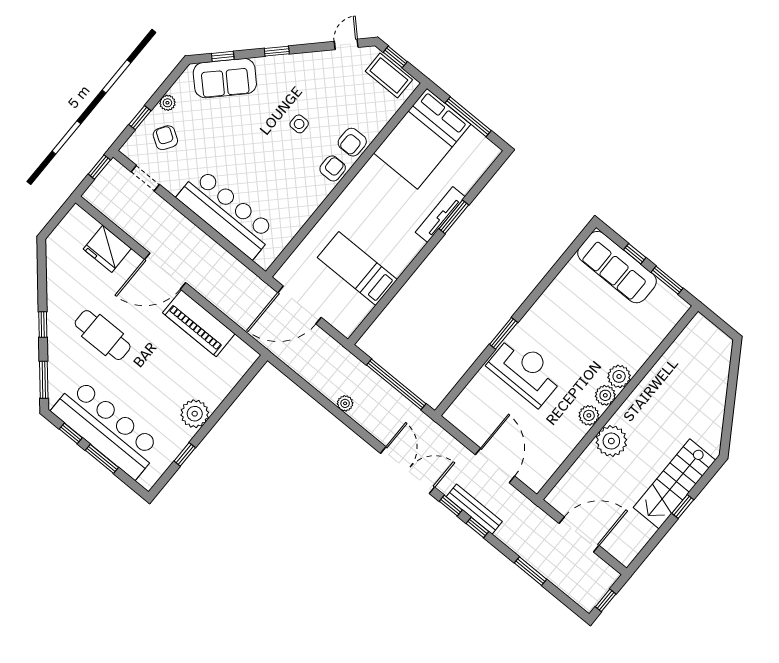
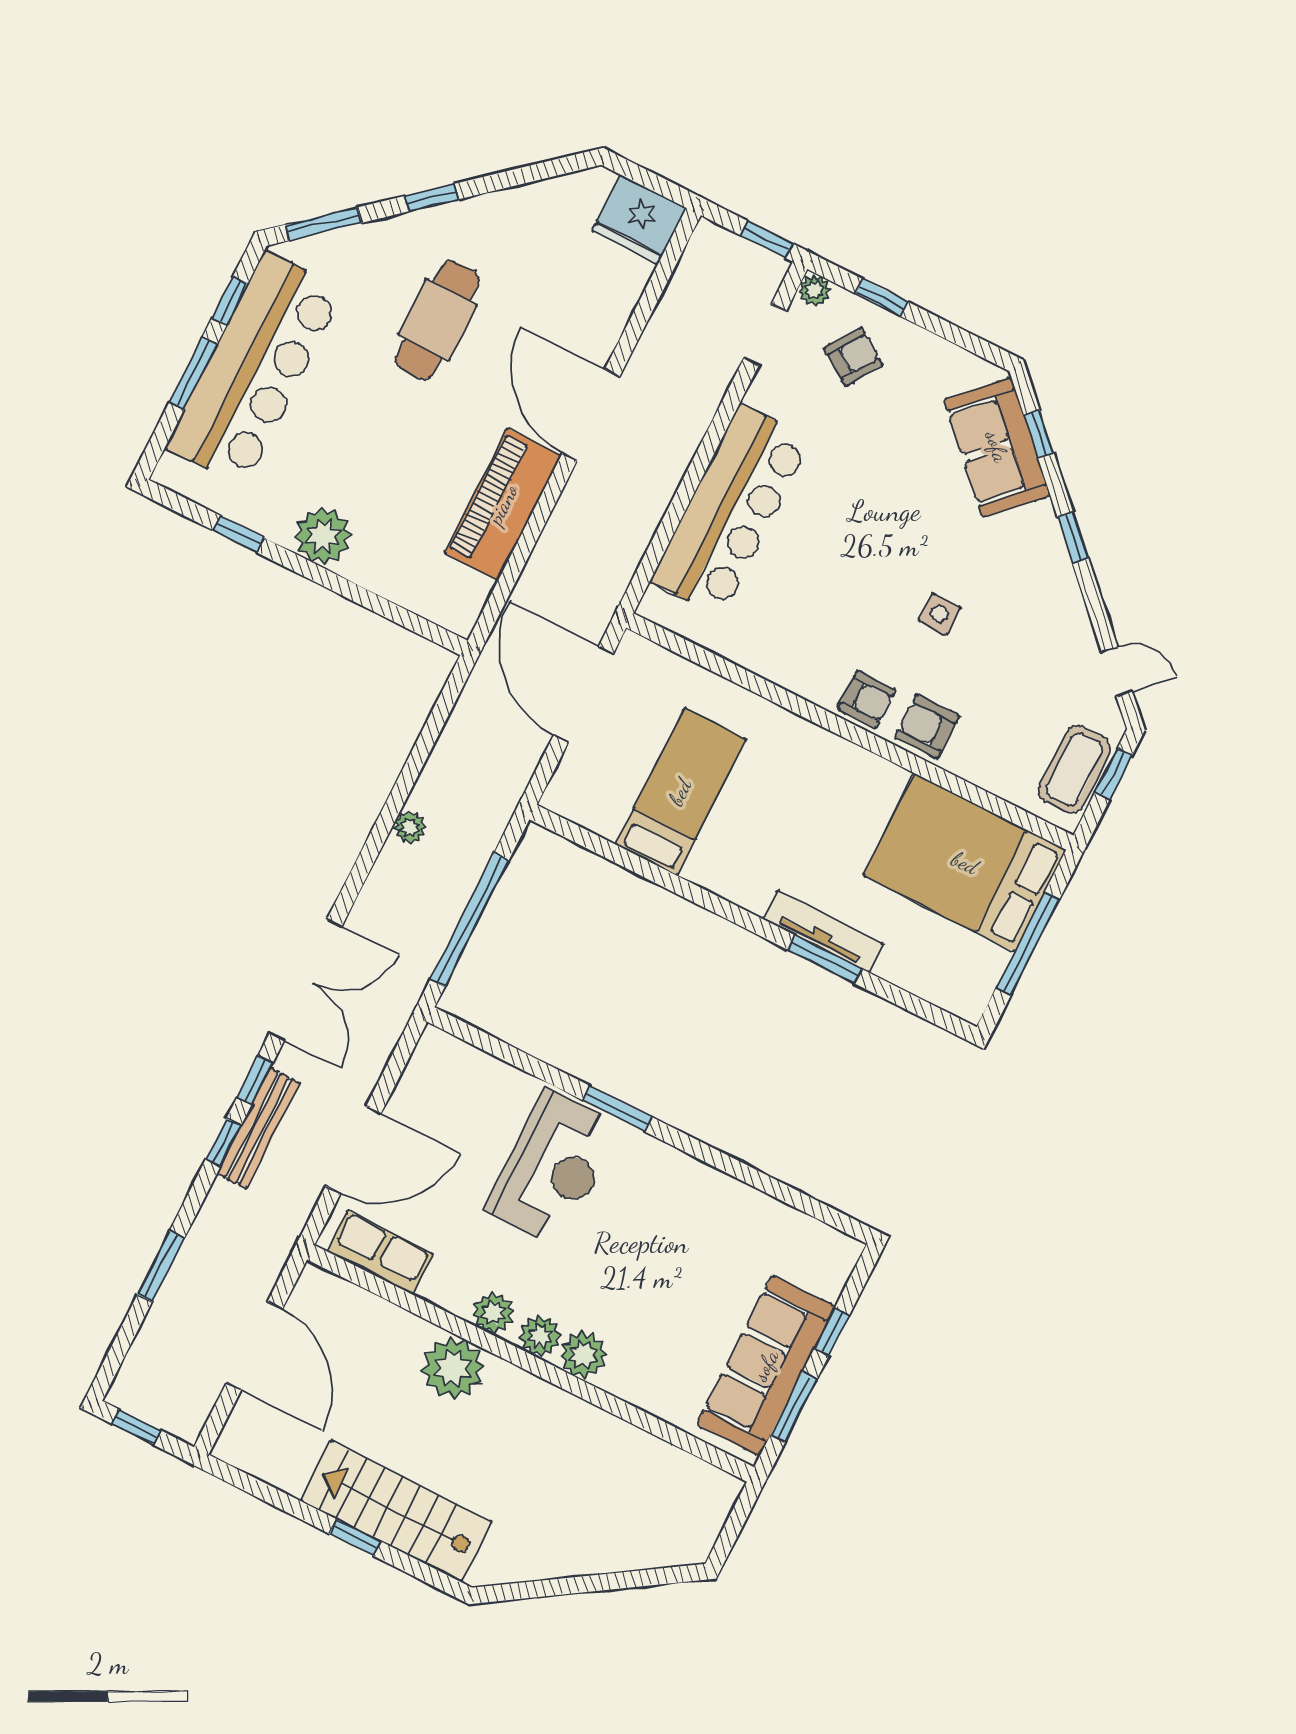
plant: (167, 103) -> (814, 290), moved
fridge: (107, 249) -> (639, 219), moved, turned -90
sofa: (617, 267) -> (766, 1365), moved
row of seats: (548, 464) -> (380, 1253), added

